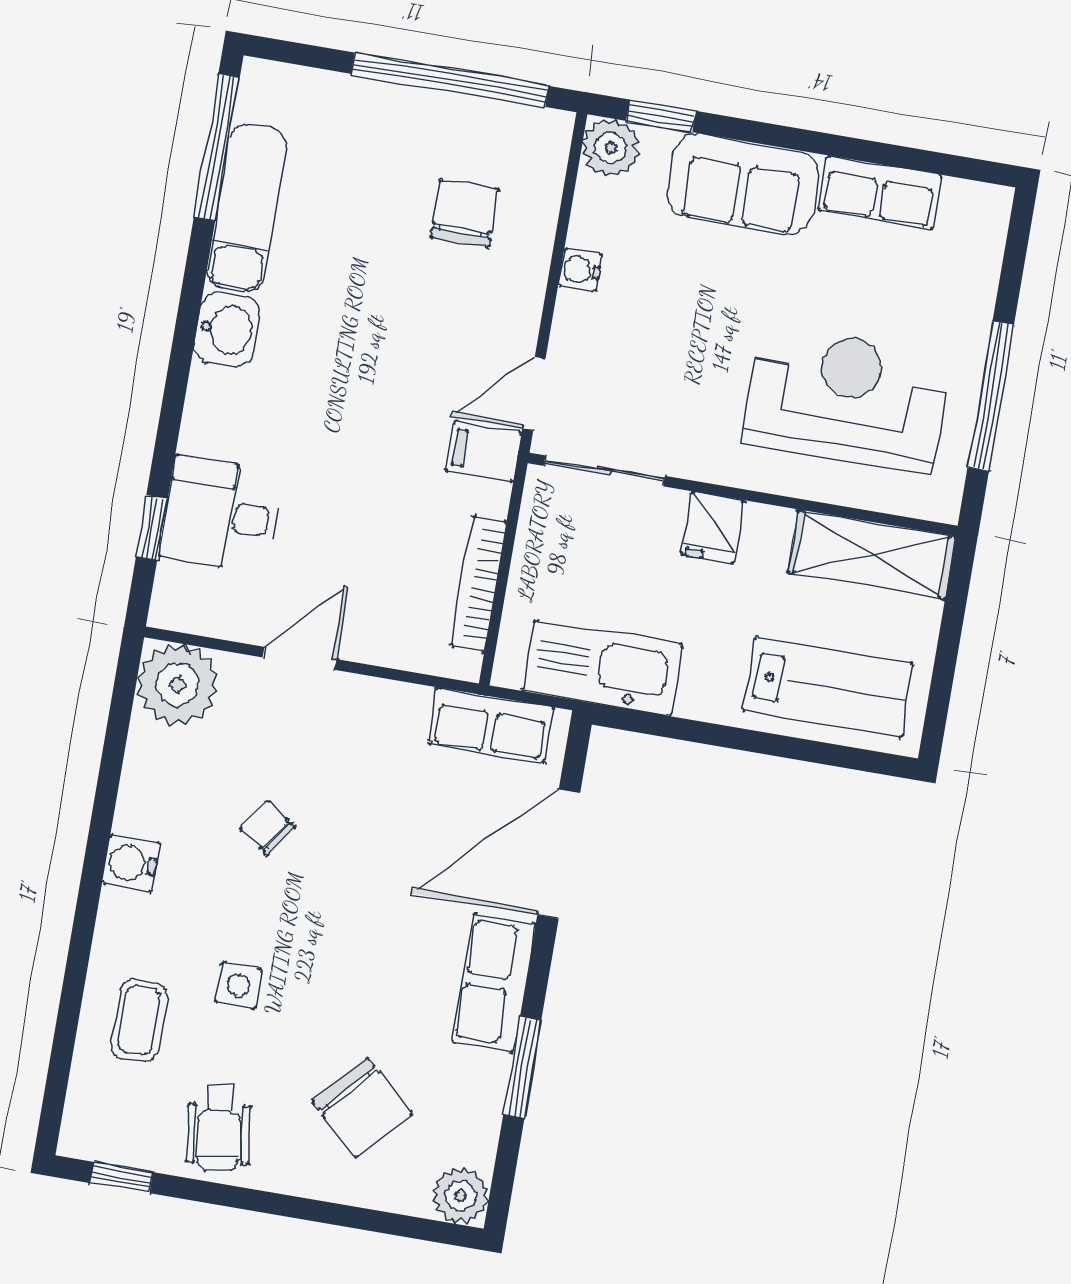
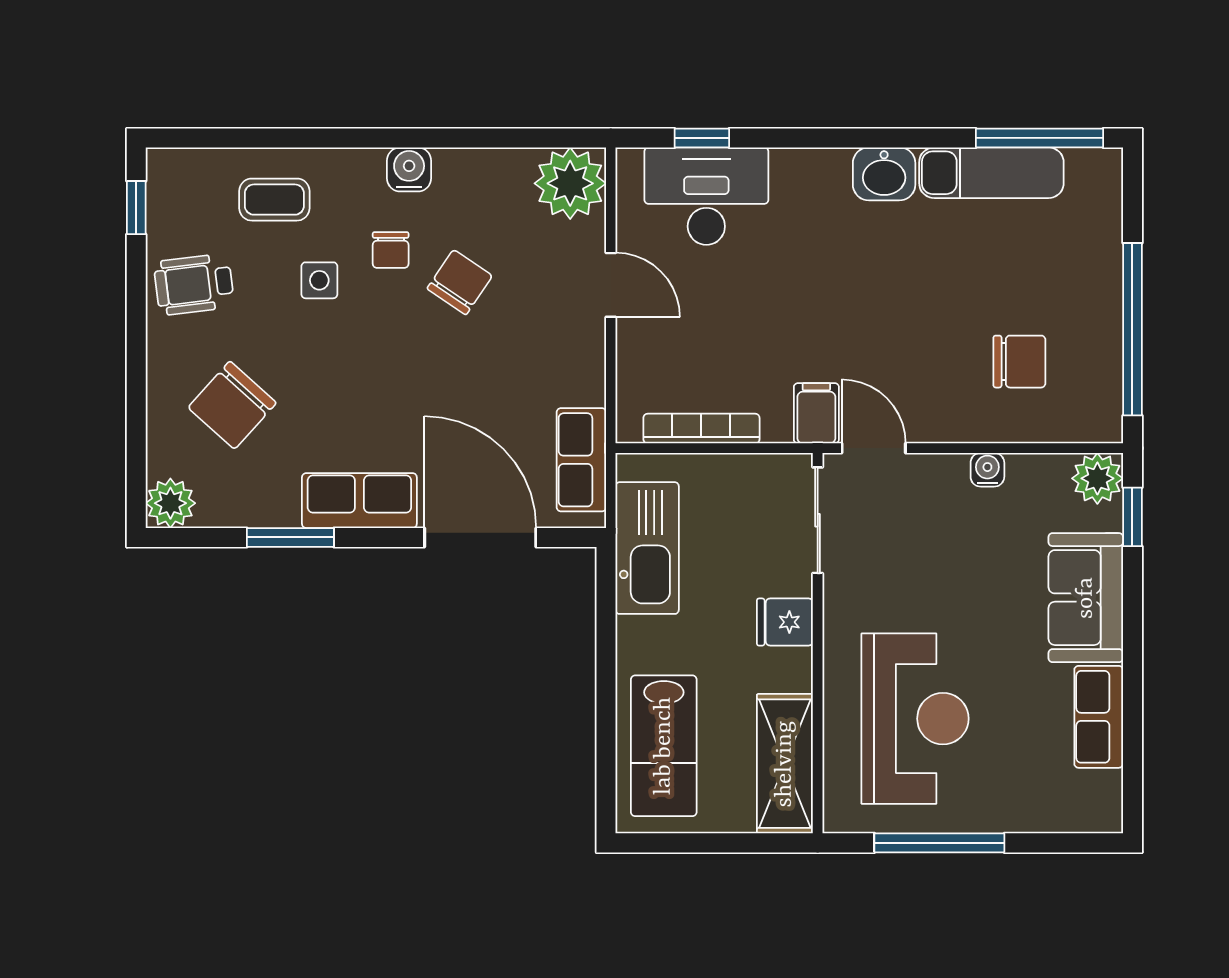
desk: (221, 515) -> (706, 196), width x1.37
chair: (268, 828) -> (460, 282), width x1.37, depth x1.37
chair: (218, 899) -> (391, 250), added

